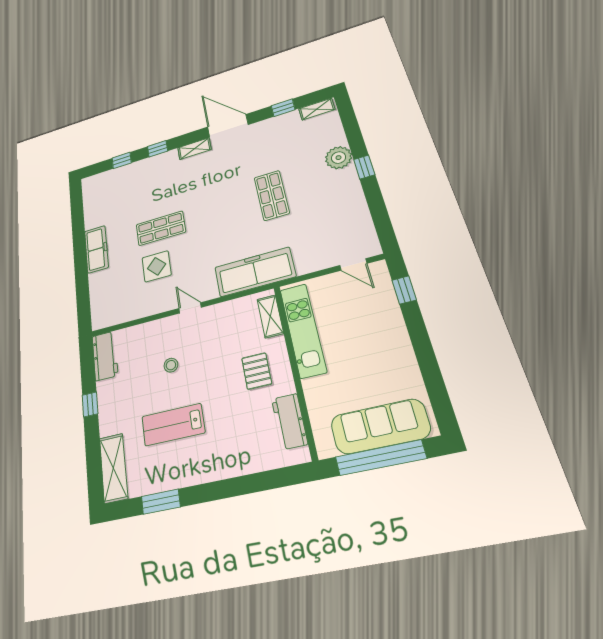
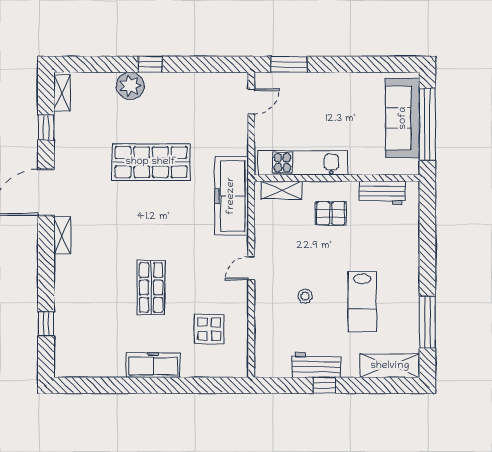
window: (158, 149) -> (46, 278), removed
shop shelf: (272, 195) -> (151, 162), width x1.43, depth x1.36
display table: (157, 266) -> (209, 329), moved
window: (404, 290) -> (289, 64), width x1.50
workbench: (105, 356) -> (316, 365), moved
window: (161, 502) -> (427, 322), width x1.44

